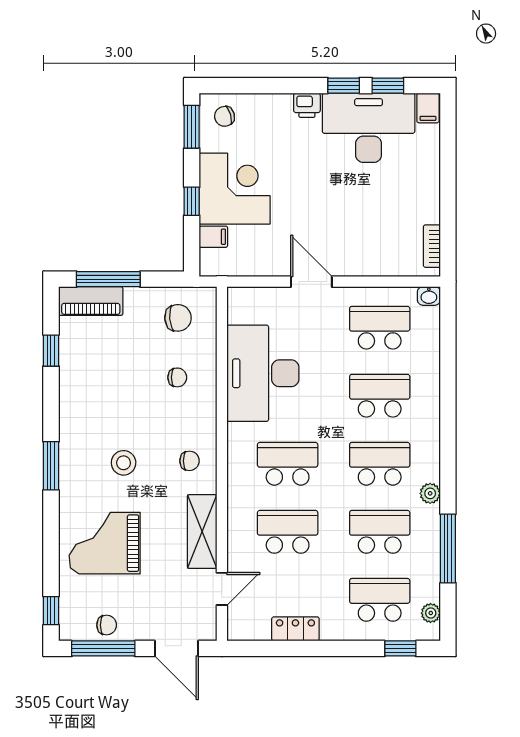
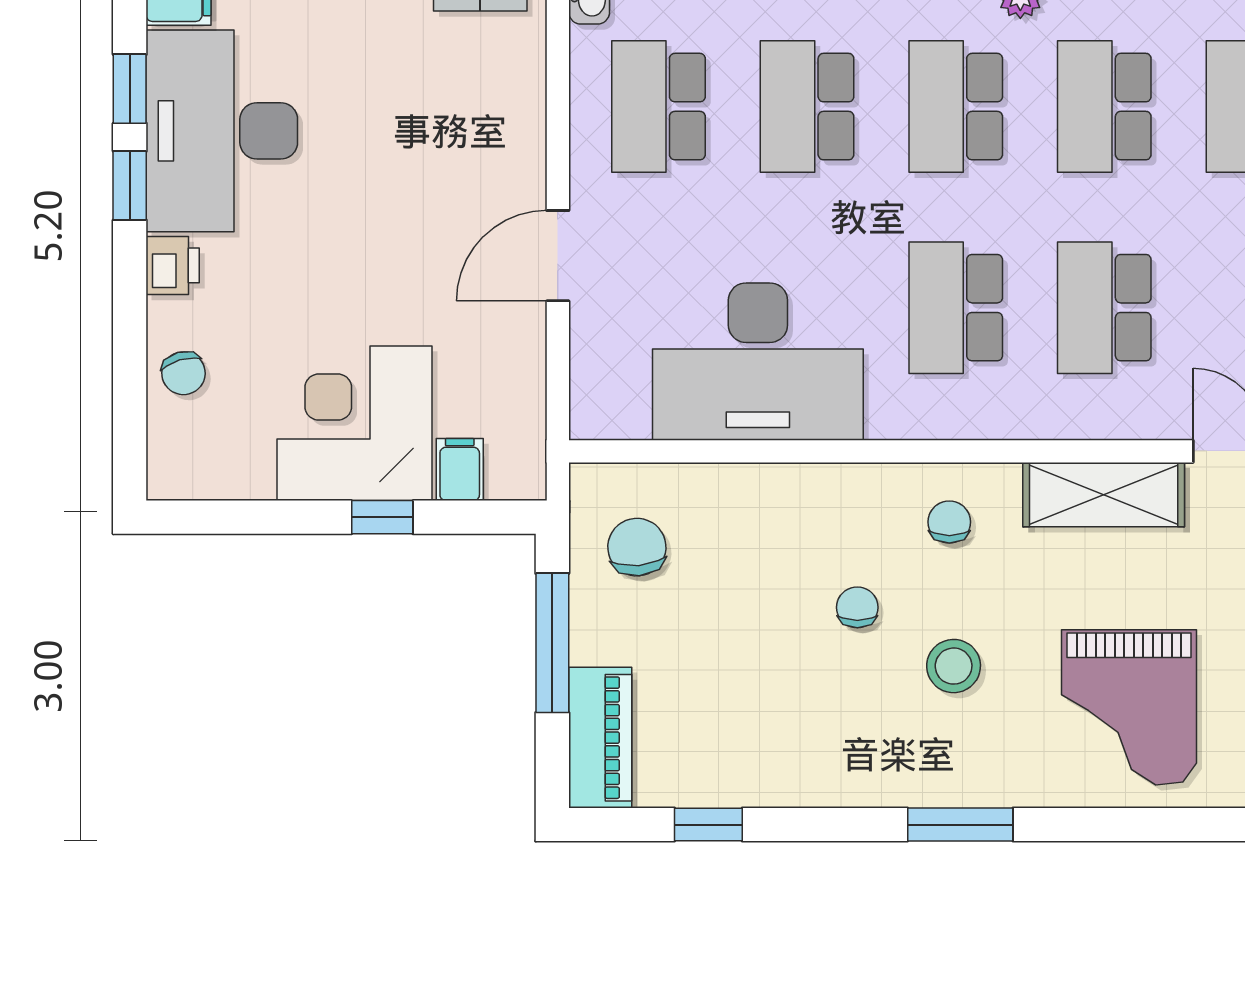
chair: (225, 116) -> (183, 373), moved
window: (192, 127) -> (220, 517), removed
window: (108, 279) -> (552, 643), moved
chair: (177, 377) -> (857, 607), moved

